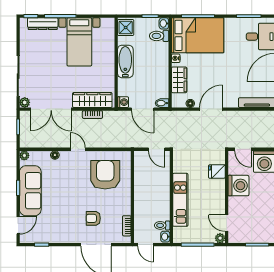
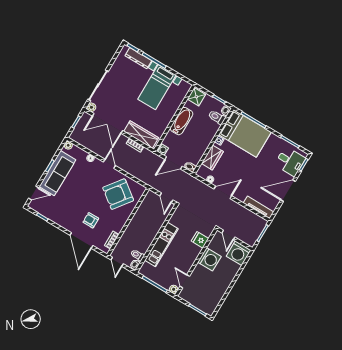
door: (143, 109) -> (174, 163), hinge flipped
armchair: (105, 175) -> (118, 194), turned -143

